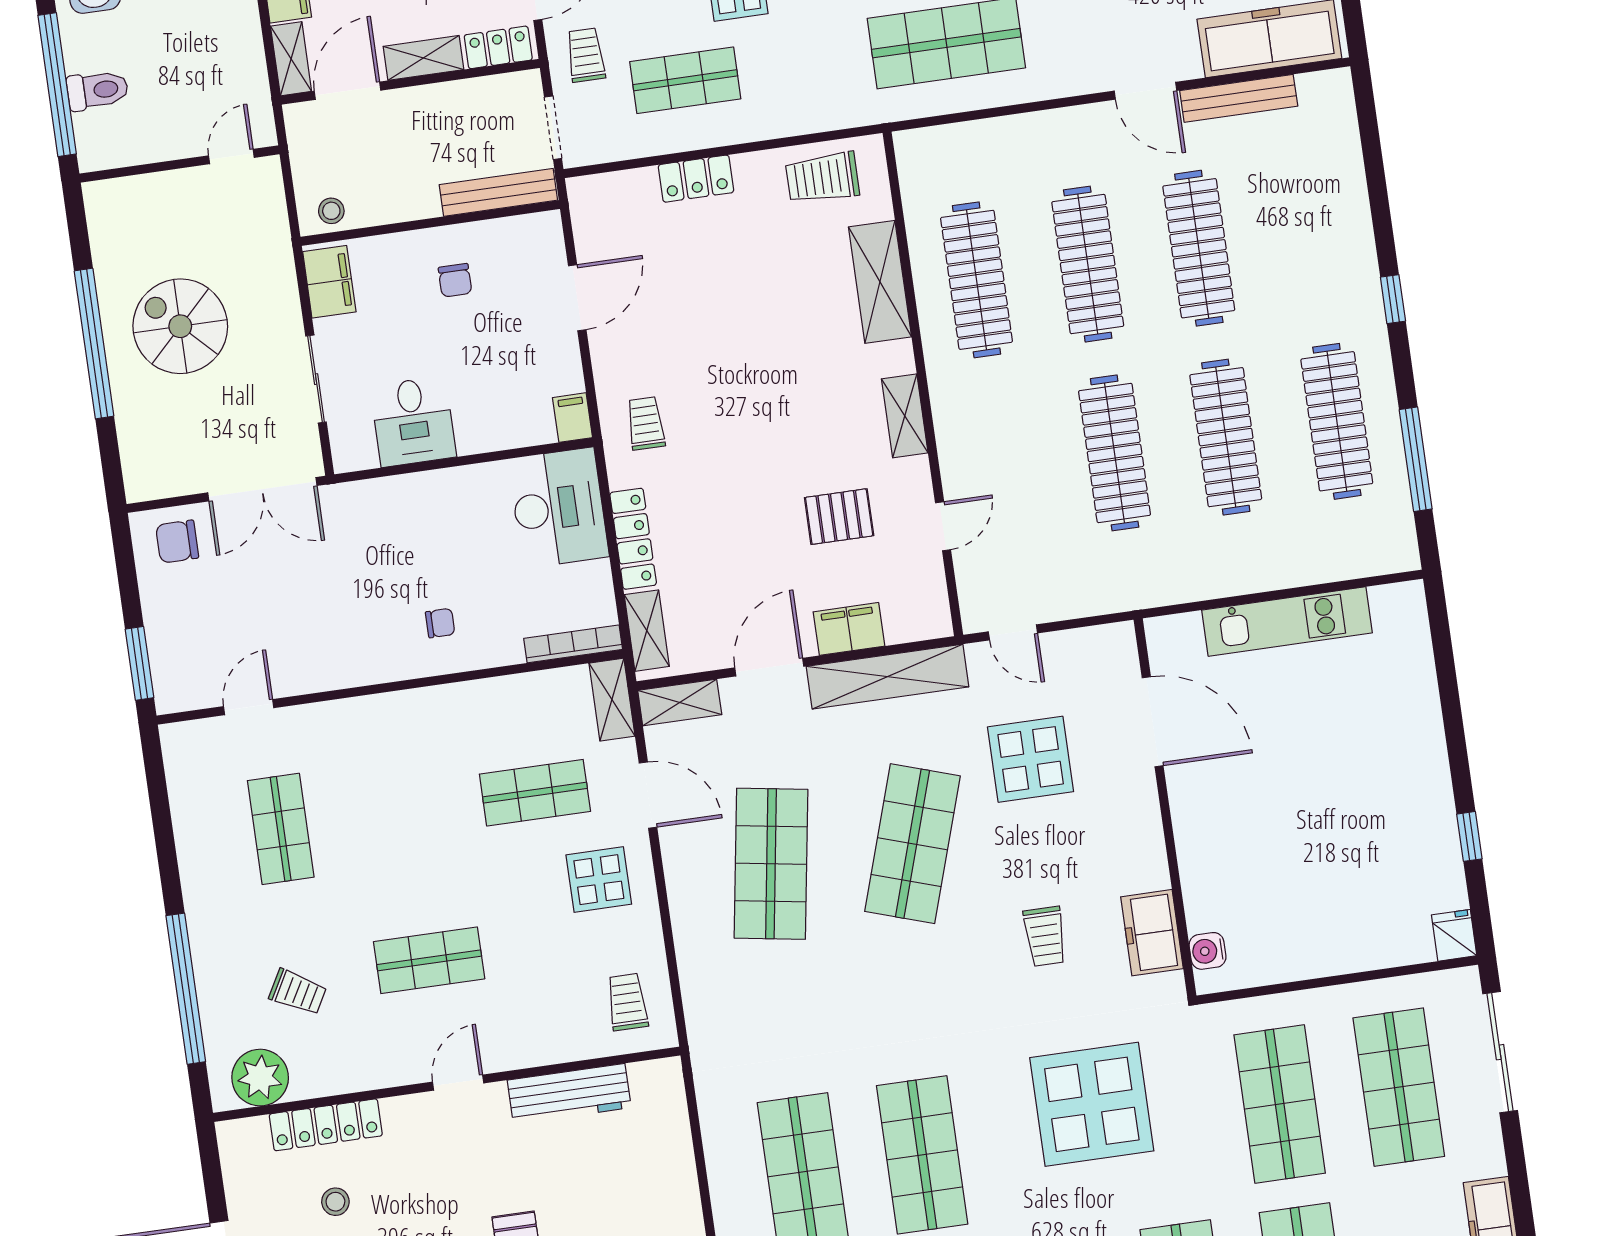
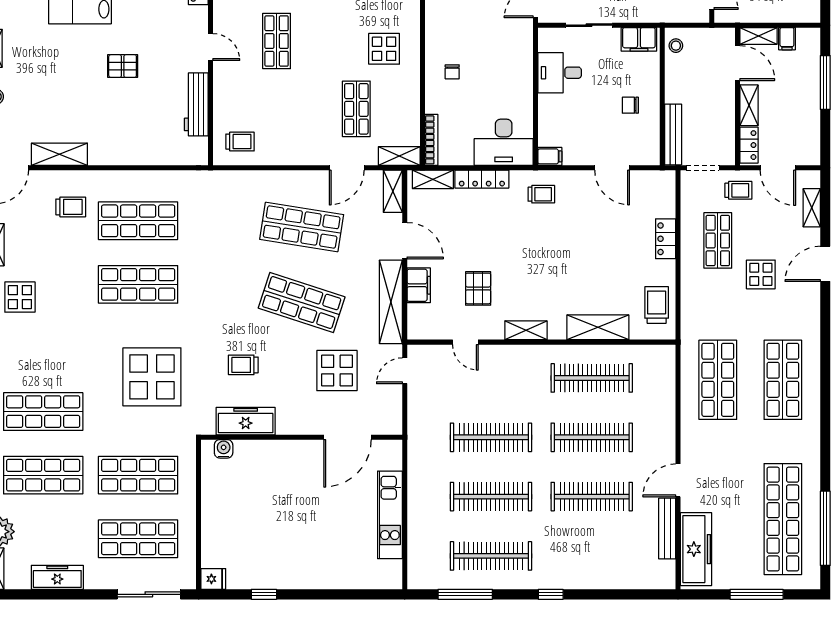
display table: (599, 880) -> (384, 49), moved
freezer: (1152, 933) -> (246, 421), width x1.40

